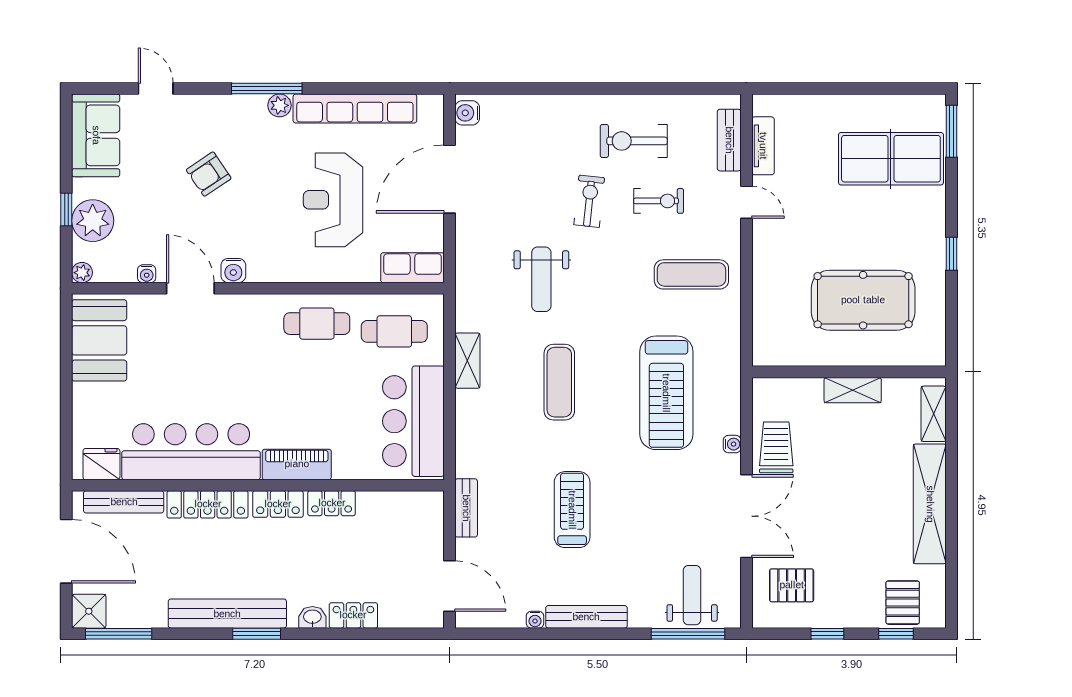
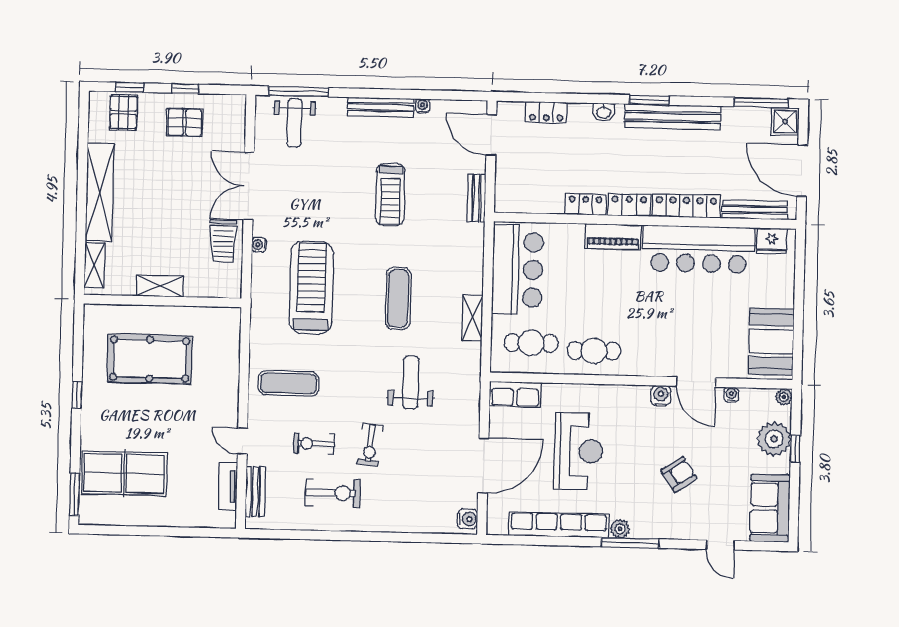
pallet: (792, 585) -> (185, 122), moved
locker: (353, 615) -> (546, 112), moved

